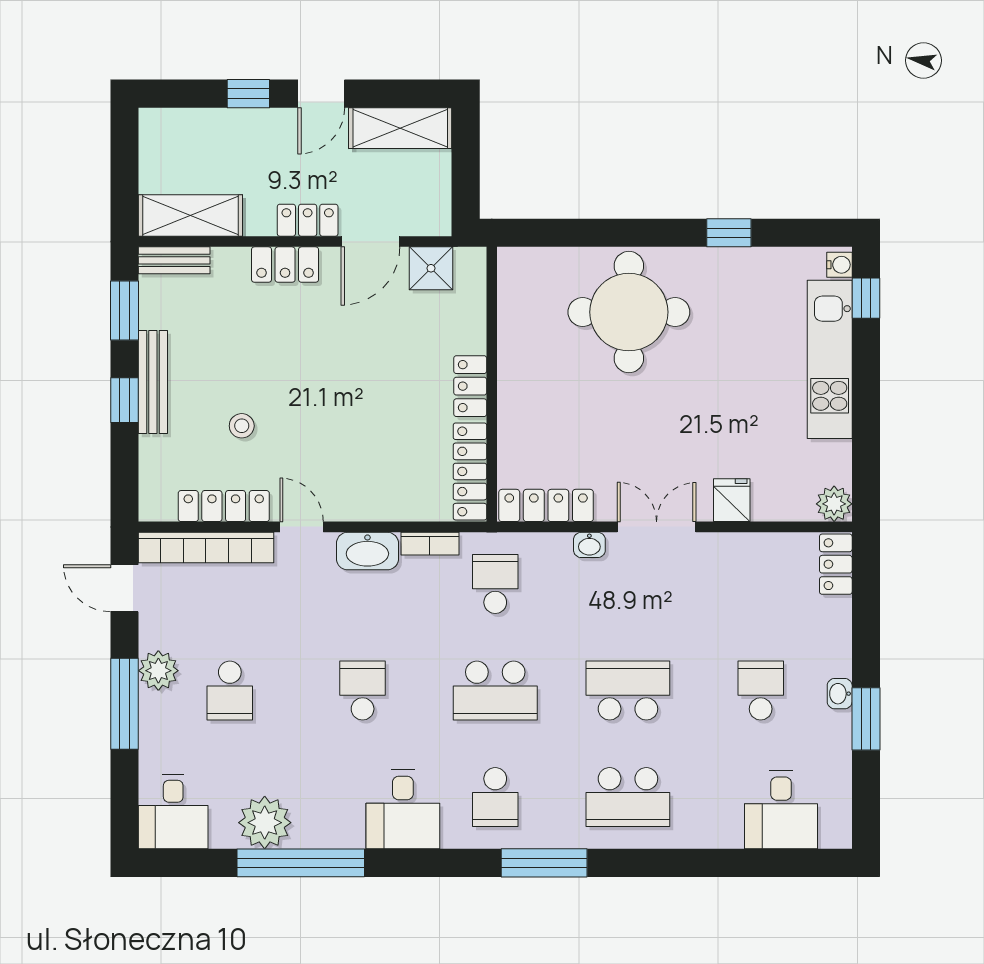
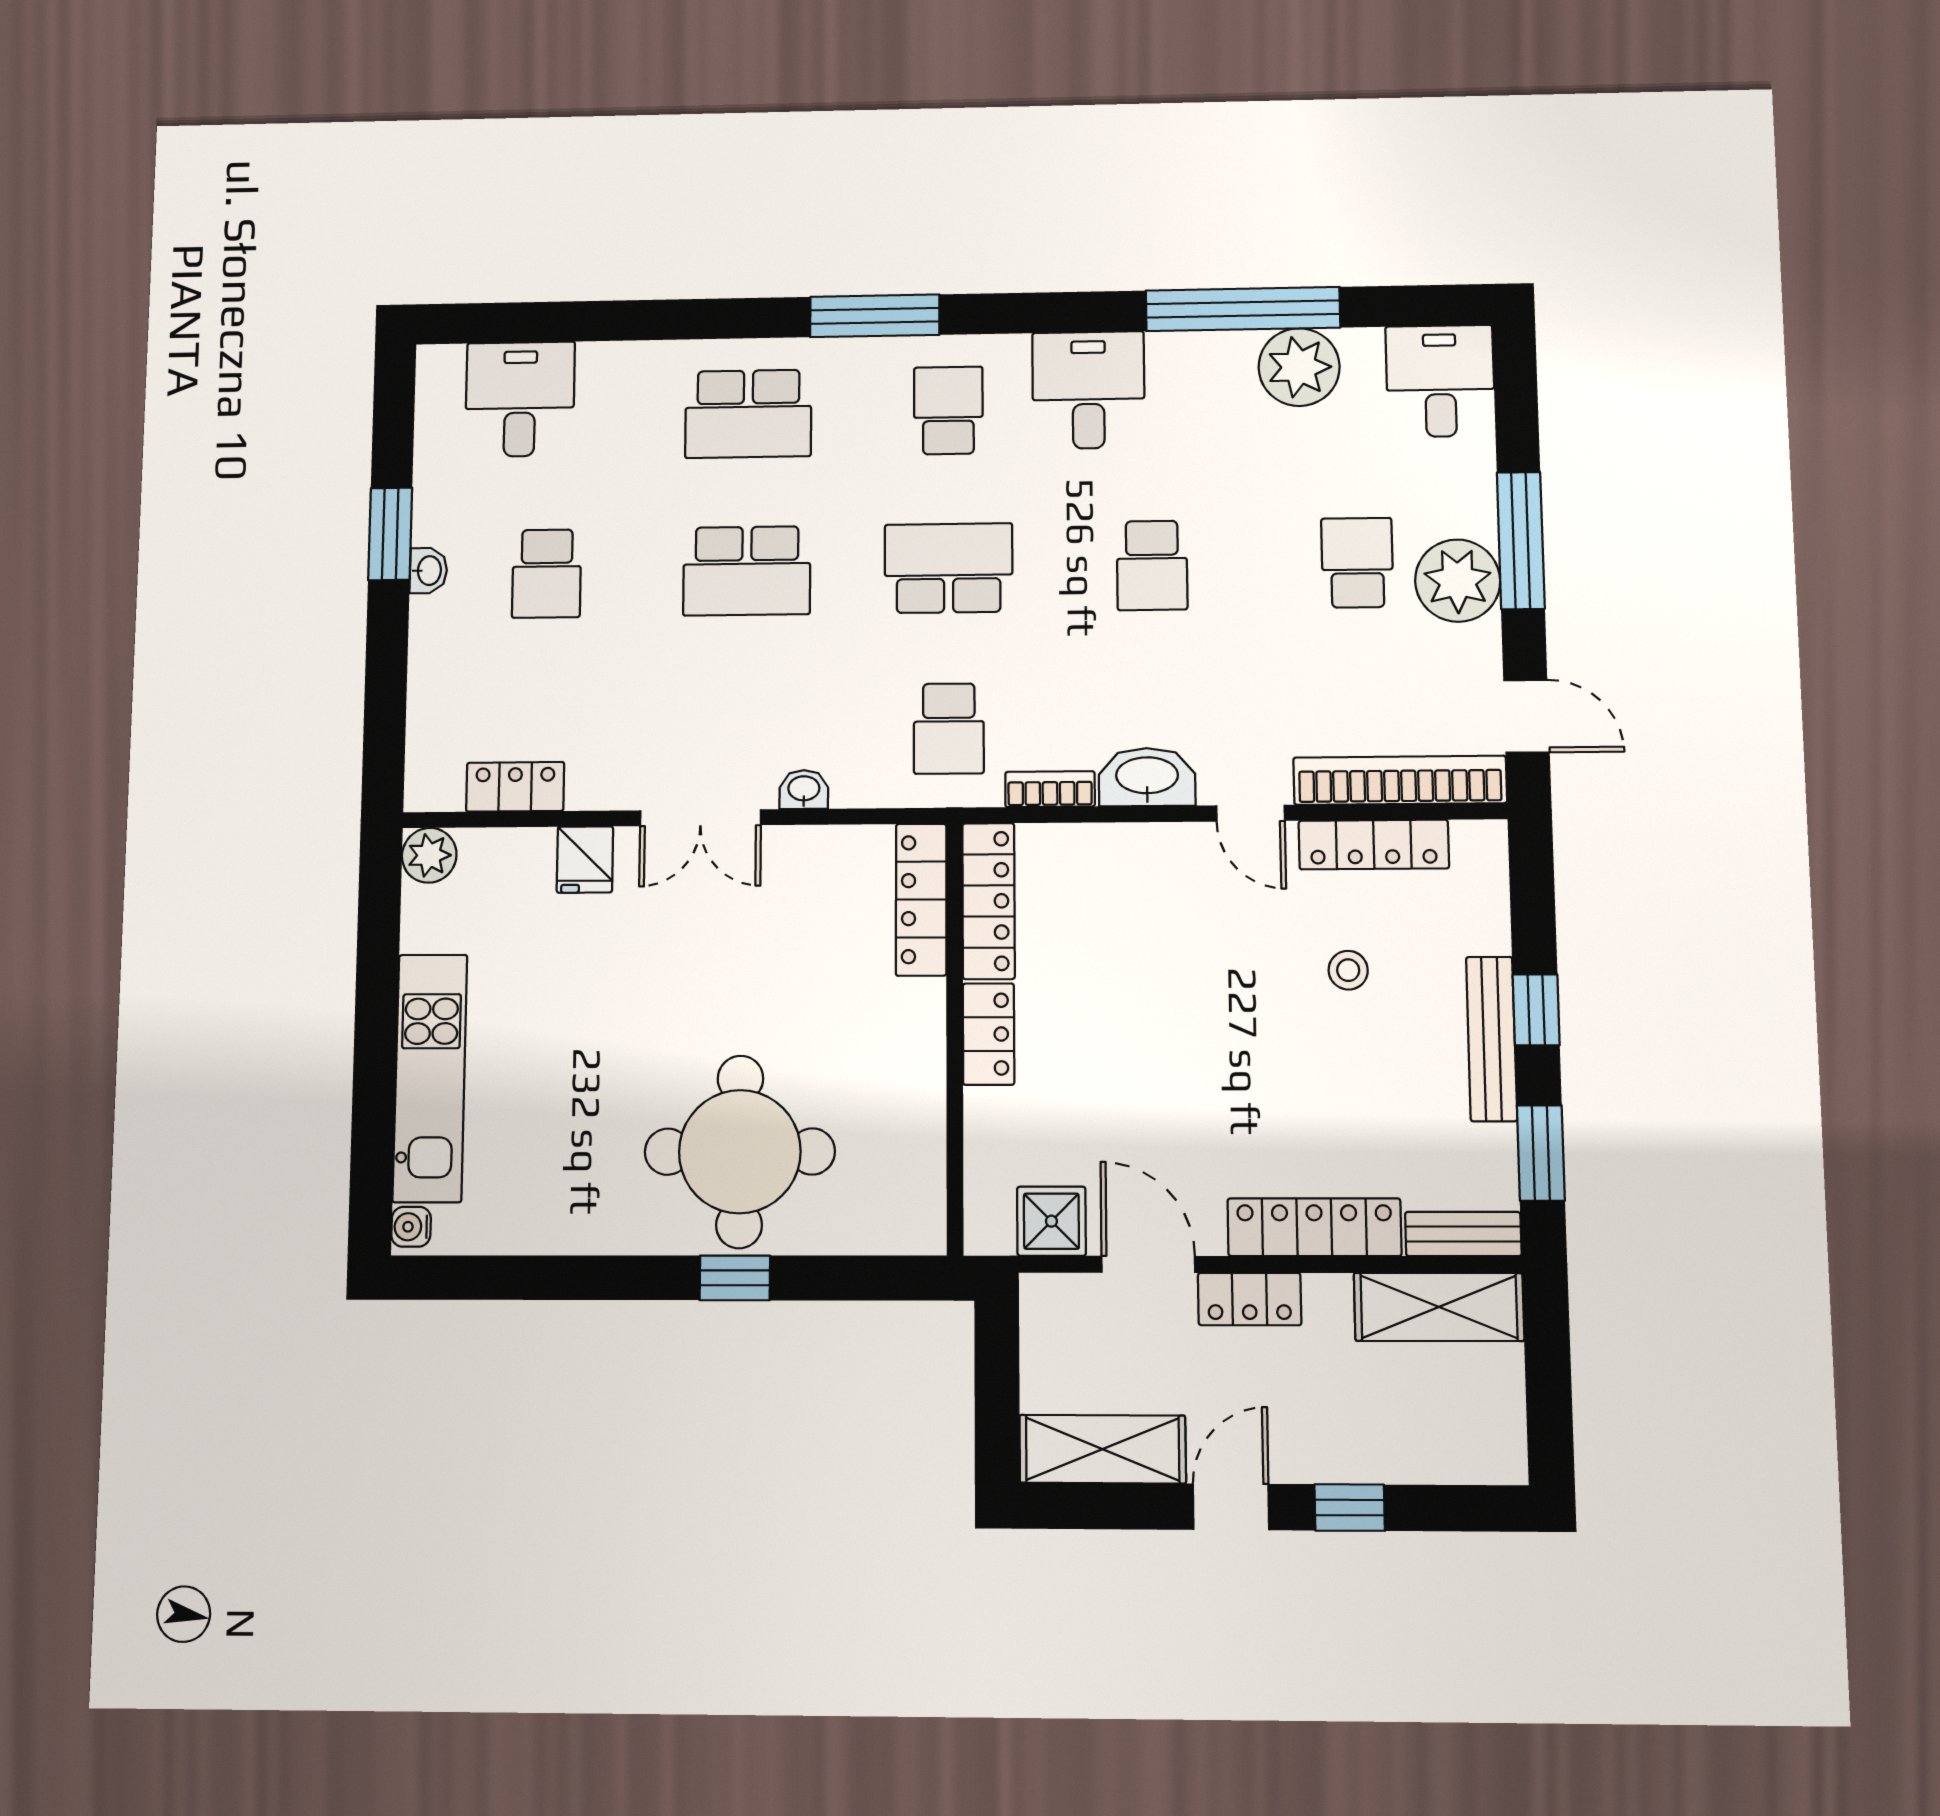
window: (729, 233) -> (735, 1278), moved
door: (370, 242) -> (1148, 1264), hinge flipped
locker: (285, 265) -> (1314, 1227), width x1.53
window: (866, 298) -> (372, 1174), removed
locker: (546, 505) -> (921, 900), moved, turned 90
locker: (836, 564) -> (515, 787), moved, turned -90
plant: (158, 671) -> (1458, 581), width x1.36, depth x1.36
school desk: (628, 797) -> (748, 414), turned 180

